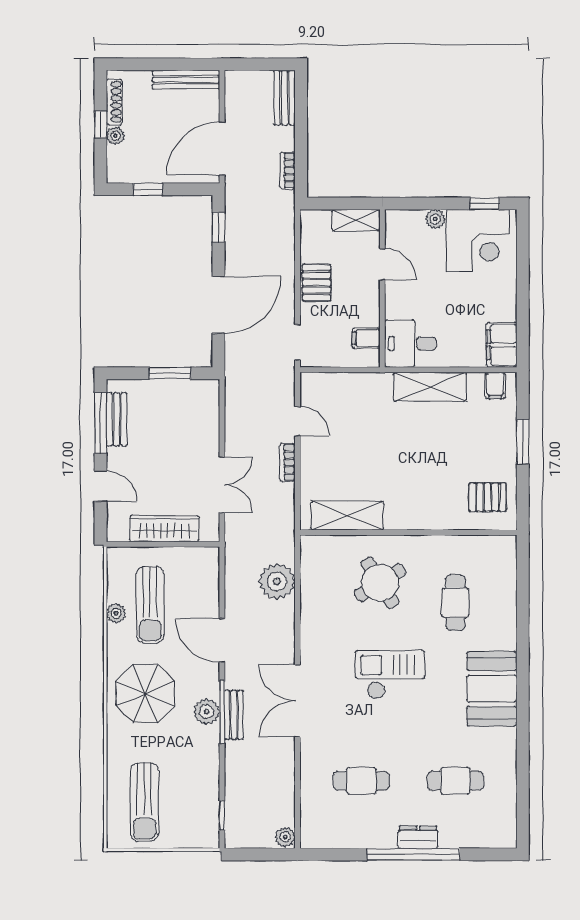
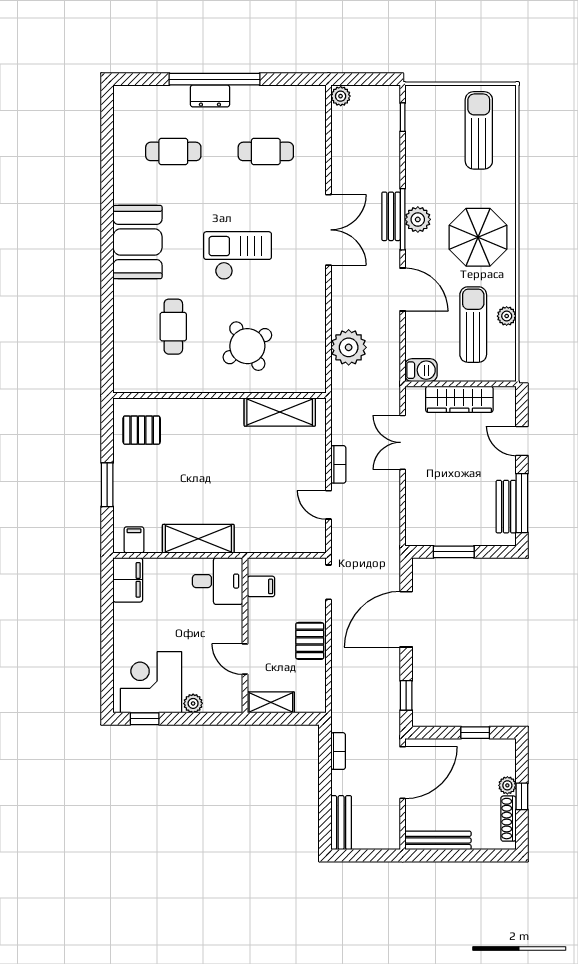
barbecue: (203, 558) -> (421, 370), added
checkout: (390, 675) -> (238, 256), turned 180

